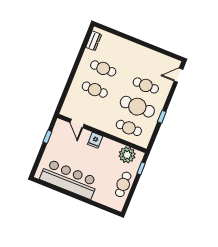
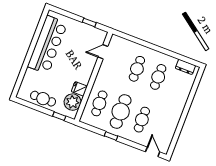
fridge: (95, 140) -> (79, 89), moved

